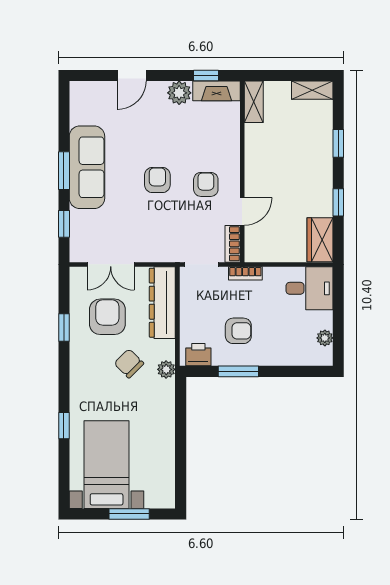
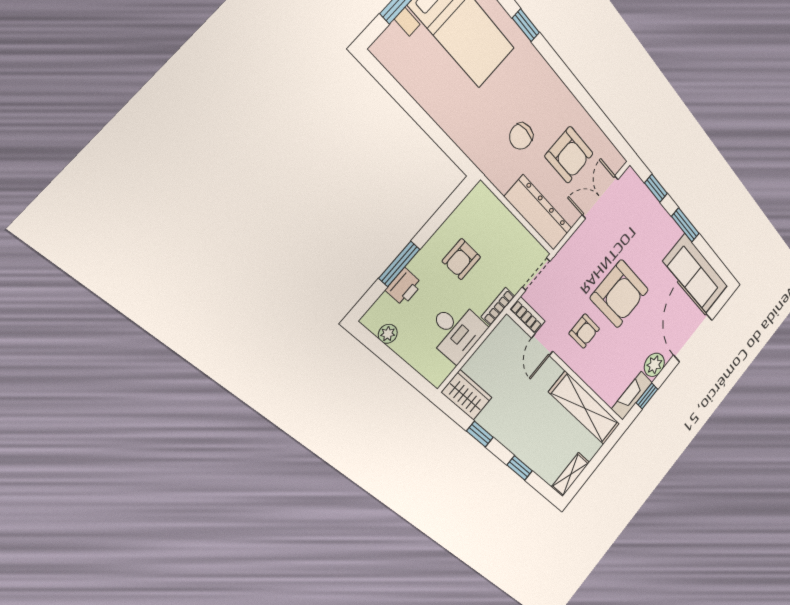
door: (132, 75) -> (693, 338), width x1.88
shelving: (254, 102) -> (585, 408), width x2.20, depth x1.33
sofa: (87, 167) -> (696, 274), moved
armchair: (157, 180) -> (619, 294), width x1.88, depth x1.88
desk: (310, 288) -> (456, 331), moved, turned -90
window: (64, 327) -> (593, 110), removed
printer: (198, 355) -> (404, 287), moved
chair: (129, 363) -> (521, 136), turned 135
plant: (166, 369) -> (488, 164), removed
window: (238, 371) -> (399, 264), moved

